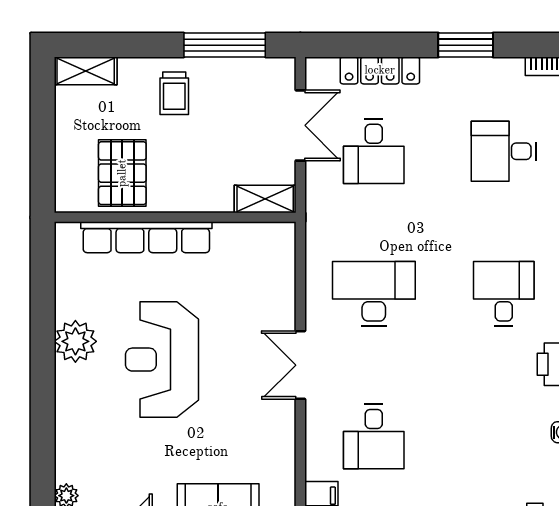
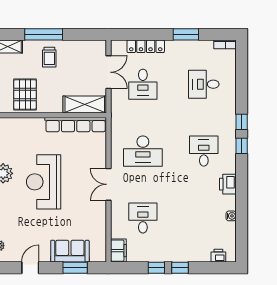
window: (225, 45) -> (44, 34), moved
shelving: (265, 199) -> (85, 104), width x1.50, depth x1.33
row of seats: (146, 237) -> (76, 125), moved
desk: (374, 294) -> (143, 151), turned 180
desk: (374, 436) -> (143, 218), turned 180

